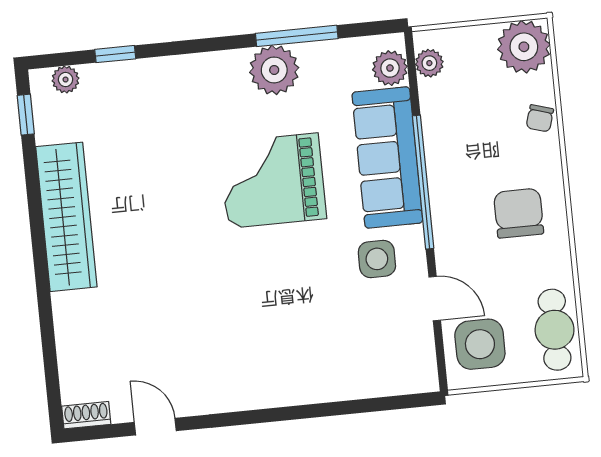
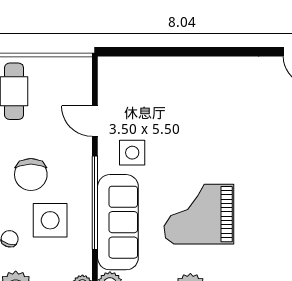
grand piano: (273, 181) -> (199, 214), turned 180
side table: (480, 344) -> (50, 220), moved

